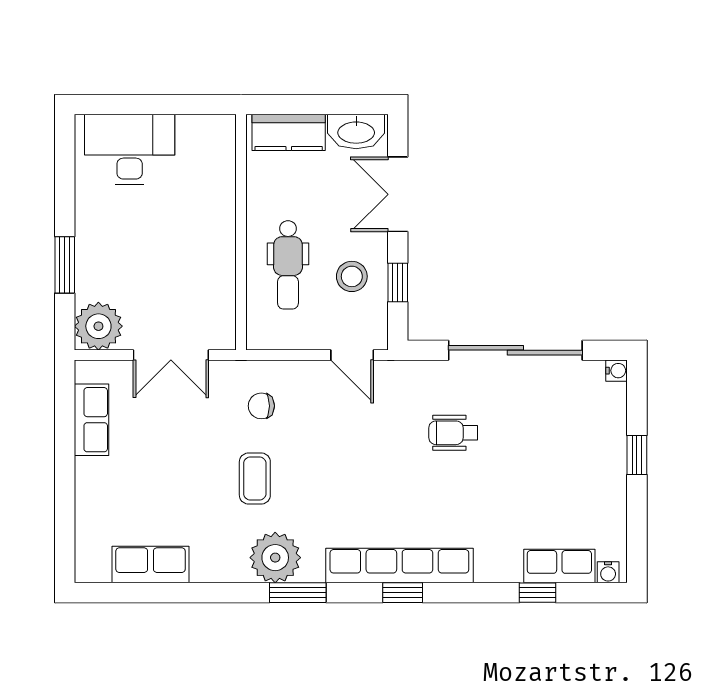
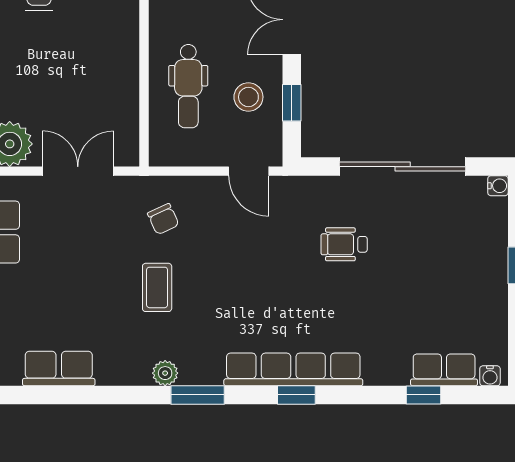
double door: (171, 355) -> (78, 171), swing flipped
chair: (261, 406) -> (163, 219), turned -115
plant: (275, 558) -> (165, 373), width x0.53, depth x0.53

